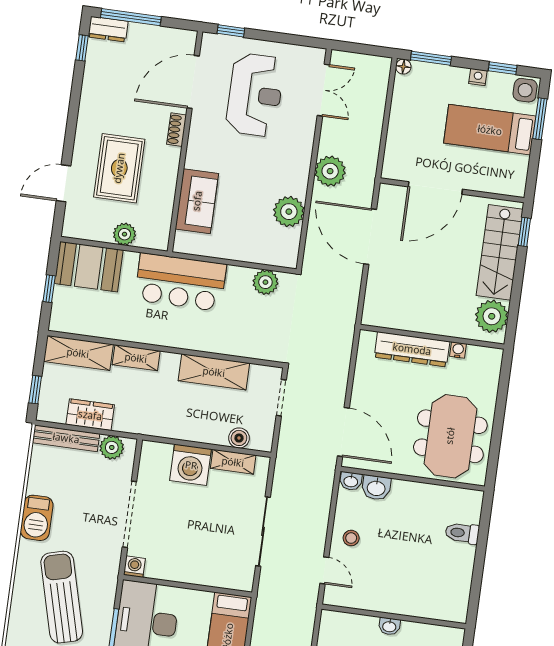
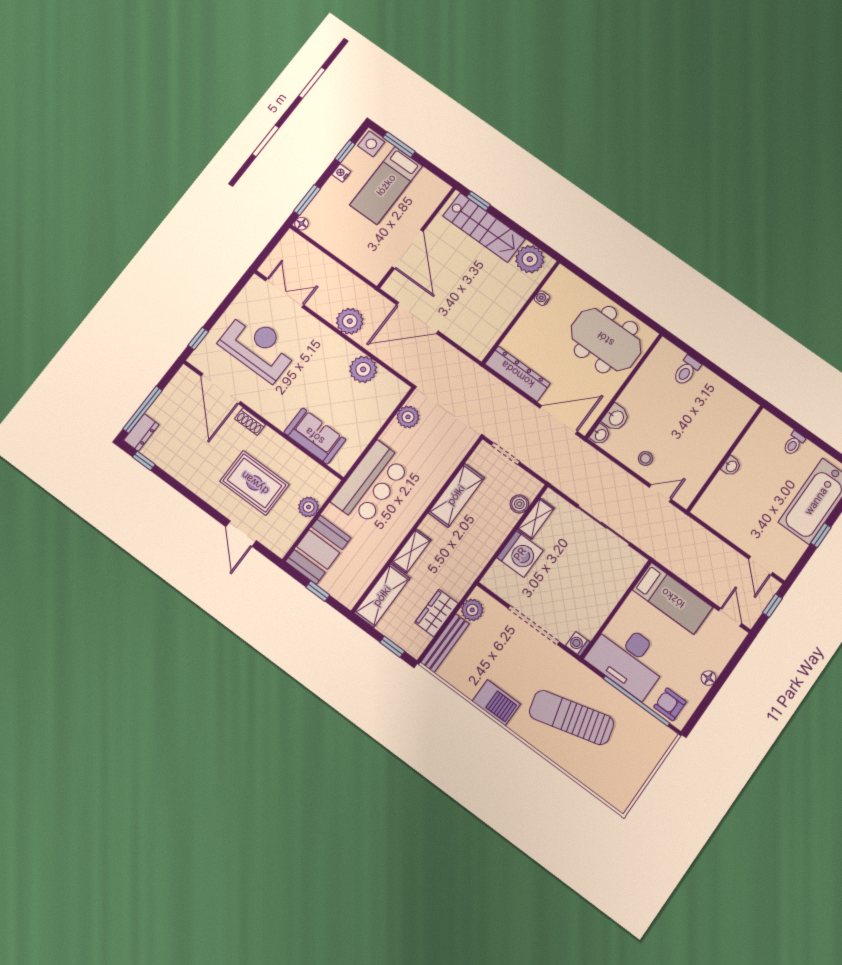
dresser: (412, 349) -> (518, 374), moved, turned -90

